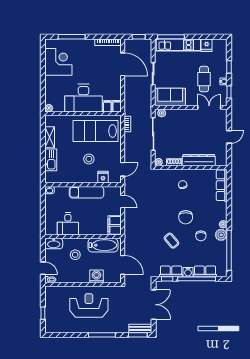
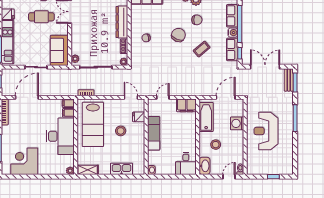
shelving: (50, 137) -> (88, 170), moved
chair: (186, 217) -> (178, 35), turned -68
desk: (68, 224) -> (186, 163), moved, turned 90

